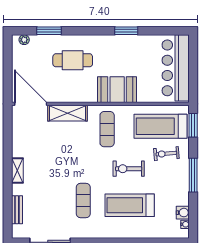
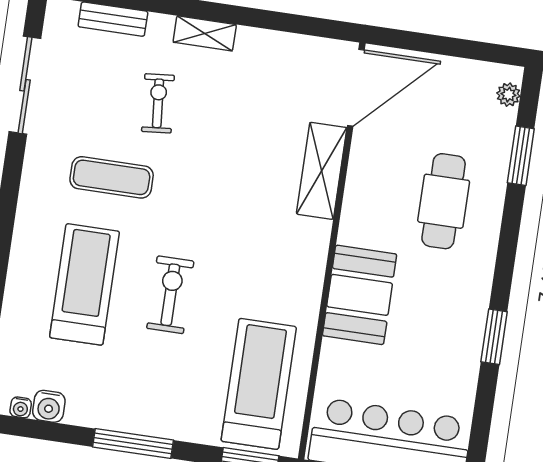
exercise mat: (107, 129) -> (270, 258), removed
exercise bike: (166, 154) -> (158, 103), moved

